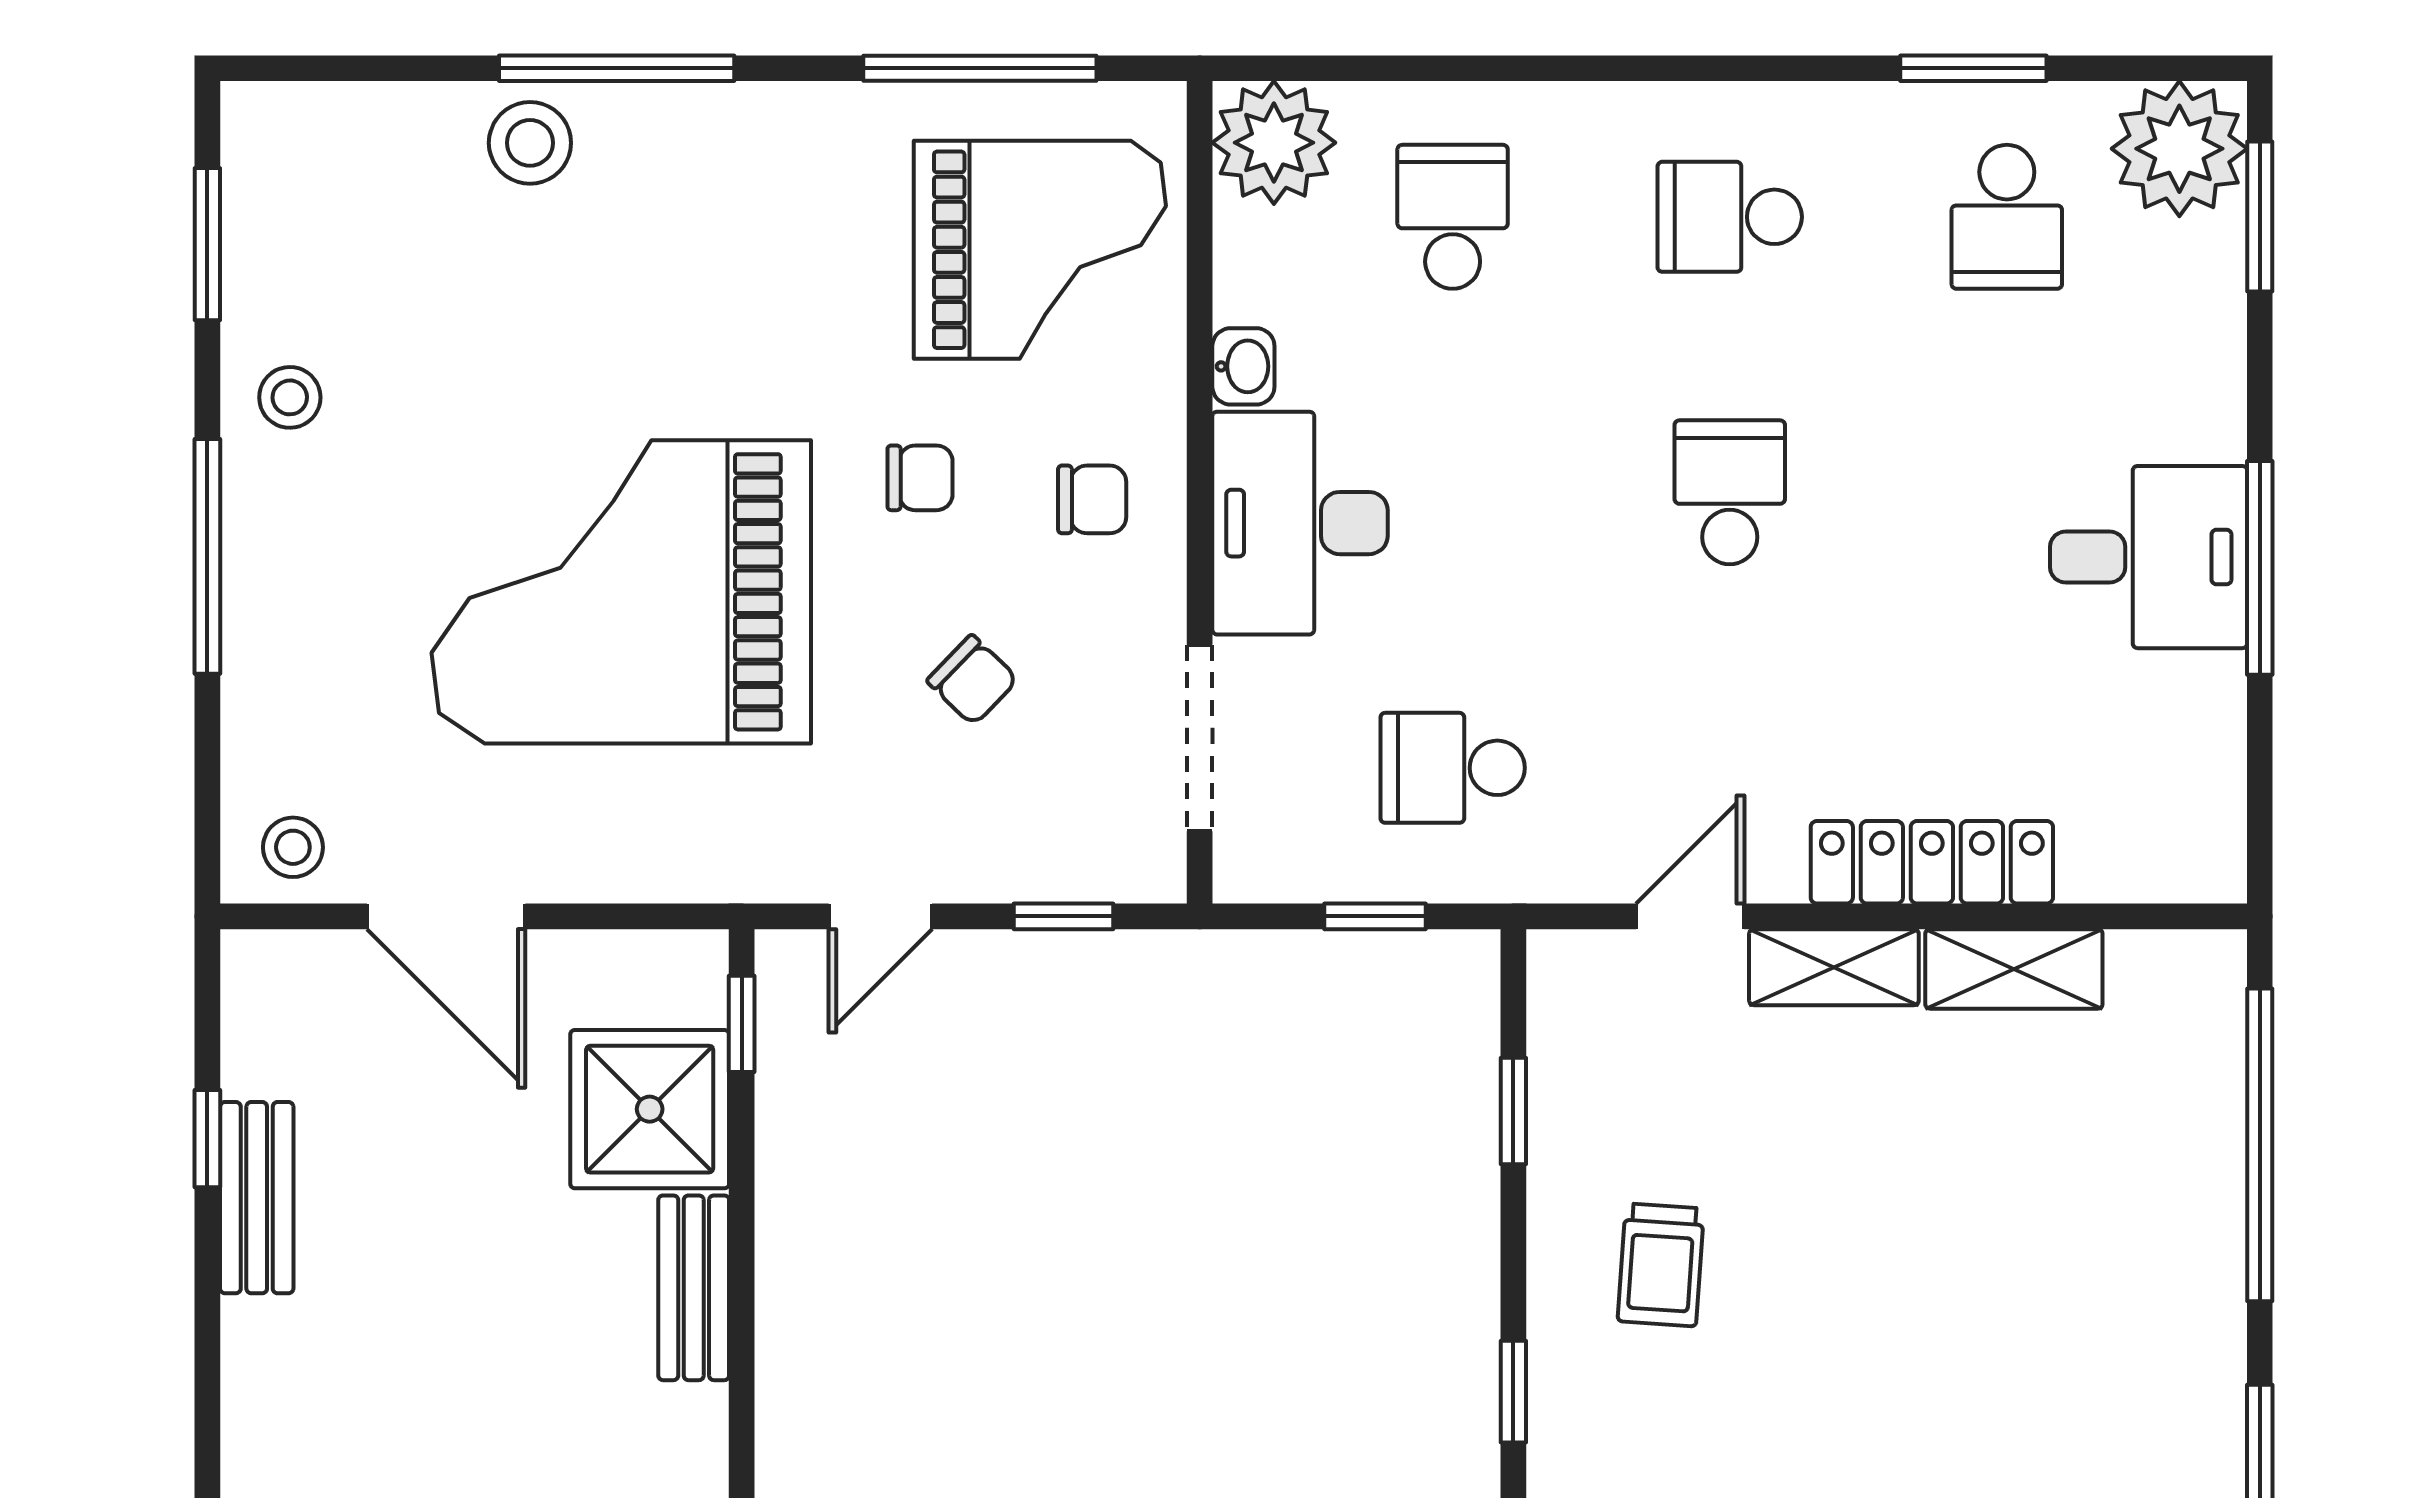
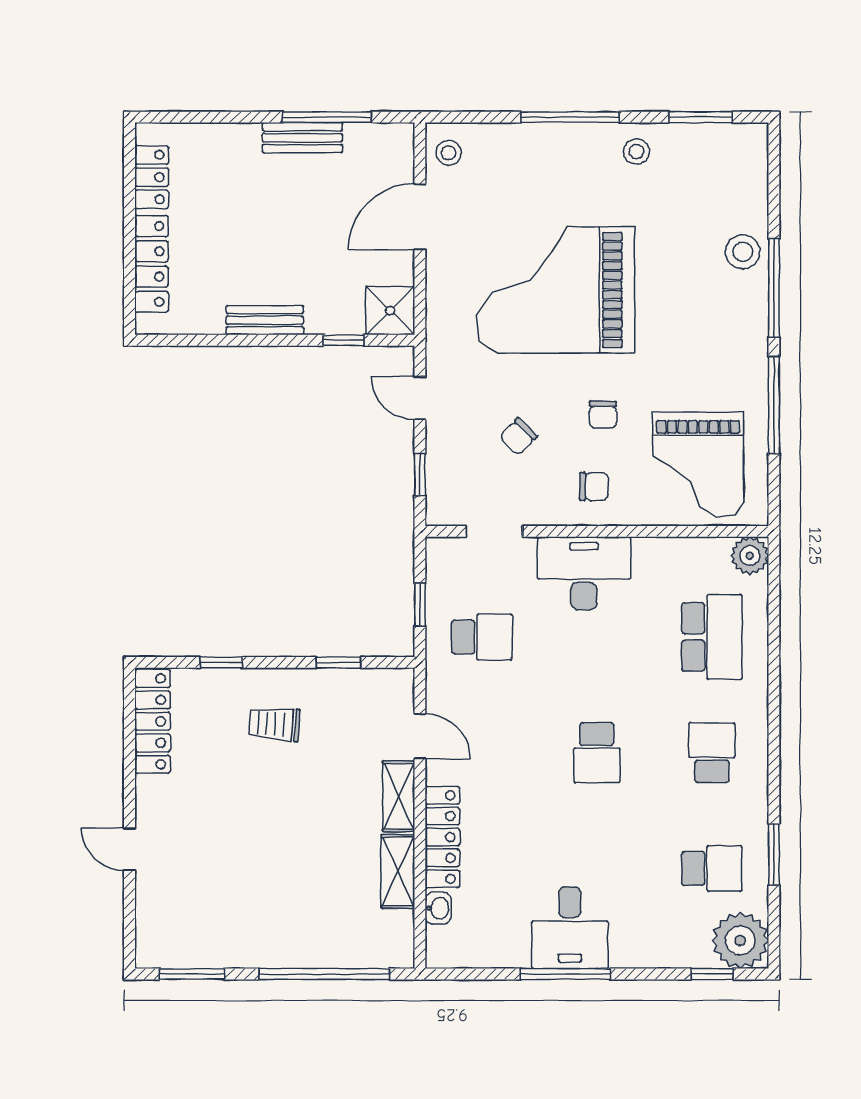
window: (980, 68) -> (774, 405), moved
plant: (1274, 143) -> (750, 556), width x0.73, depth x0.73
window: (2260, 216) -> (712, 974), width x0.67
school desk: (1453, 217) -> (712, 637), width x1.85
school desk: (2007, 217) -> (712, 868), turned 180
washbasin: (1243, 366) -> (438, 908), moved, turned -90
school desk: (1730, 492) -> (597, 753), turned 90
chair: (1092, 499) -> (594, 487), turned -90
grand piano: (621, 592) -> (555, 290), turned -90
doorway: (1200, 738) -> (494, 531), width x0.73
school desk: (1453, 768) -> (482, 637), turned 90
window: (742, 1024) -> (343, 340), moved
shower: (650, 1109) -> (390, 311), moved, width x0.73, depth x0.73
window: (207, 1139) -> (327, 117), width x2.17

